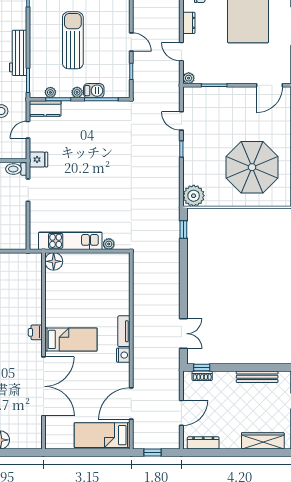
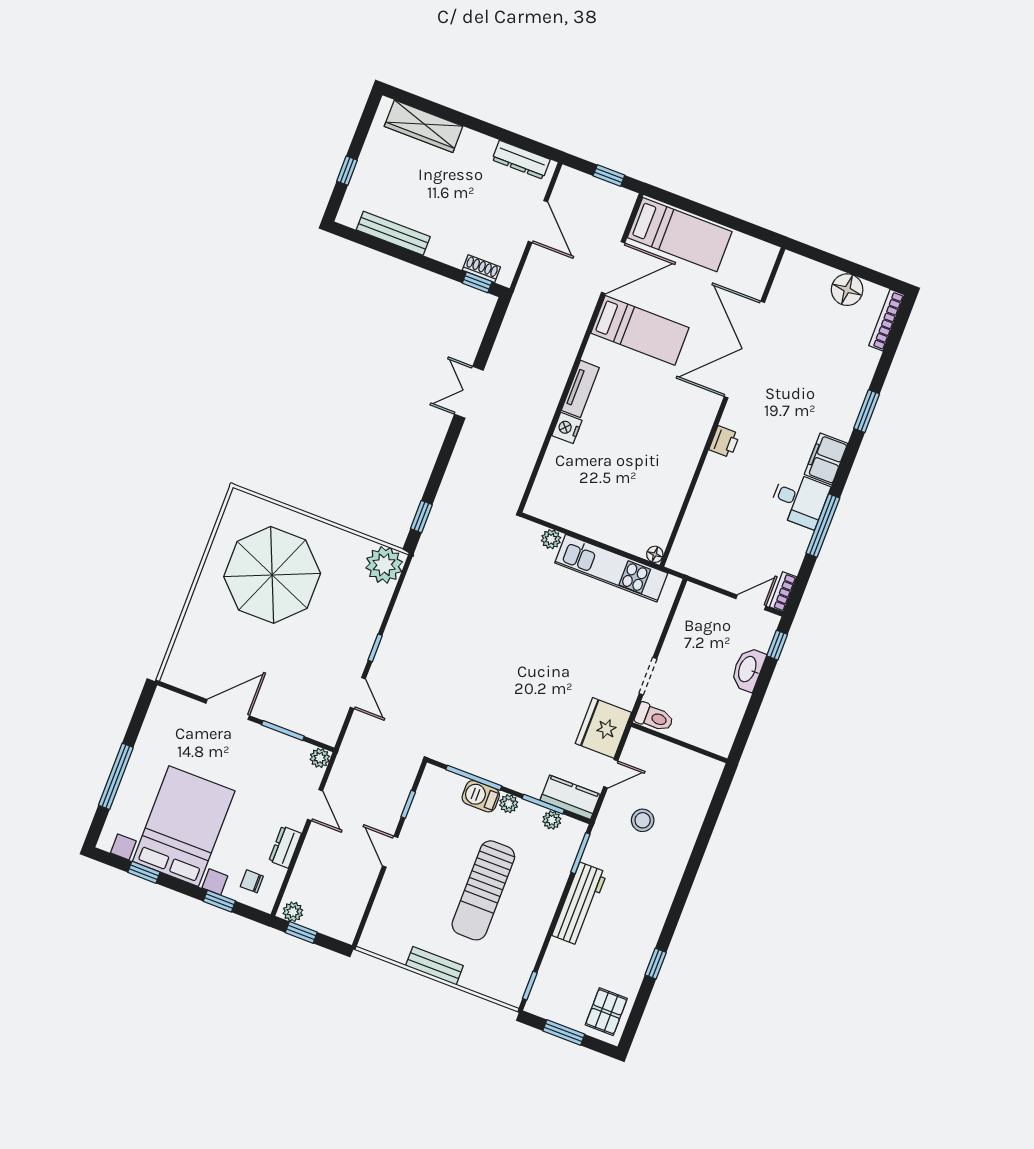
door: (269, 85) -> (228, 709), moved
fridge: (39, 160) -> (603, 728), width x1.88, depth x1.34
floor lamp: (54, 261) -> (655, 554), width x0.53, depth x0.53
double door: (183, 334) -> (469, 392), moved
bed: (71, 339) -> (640, 330), moved, turned 180
nightstand: (123, 355) -> (567, 428), moved
door: (181, 413) -> (538, 222), swing flipped

